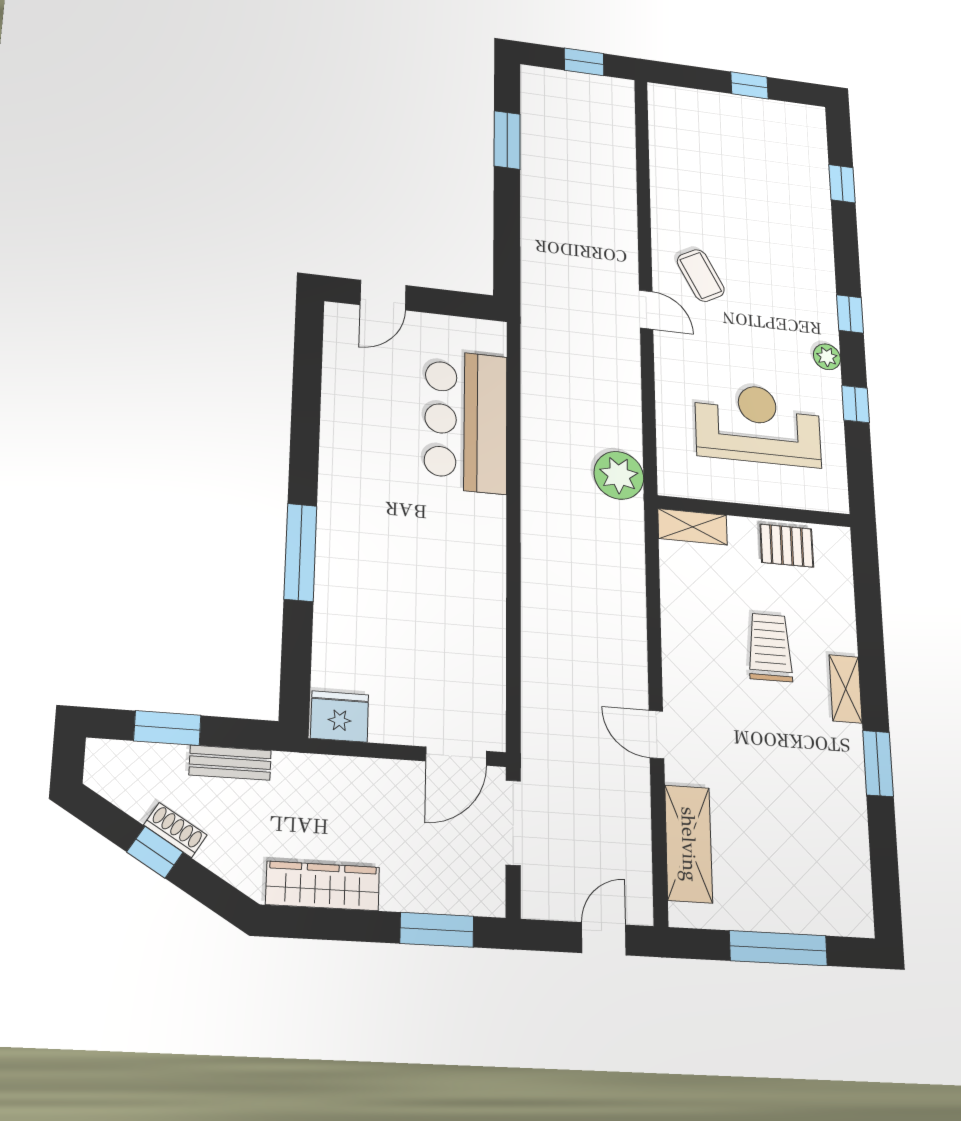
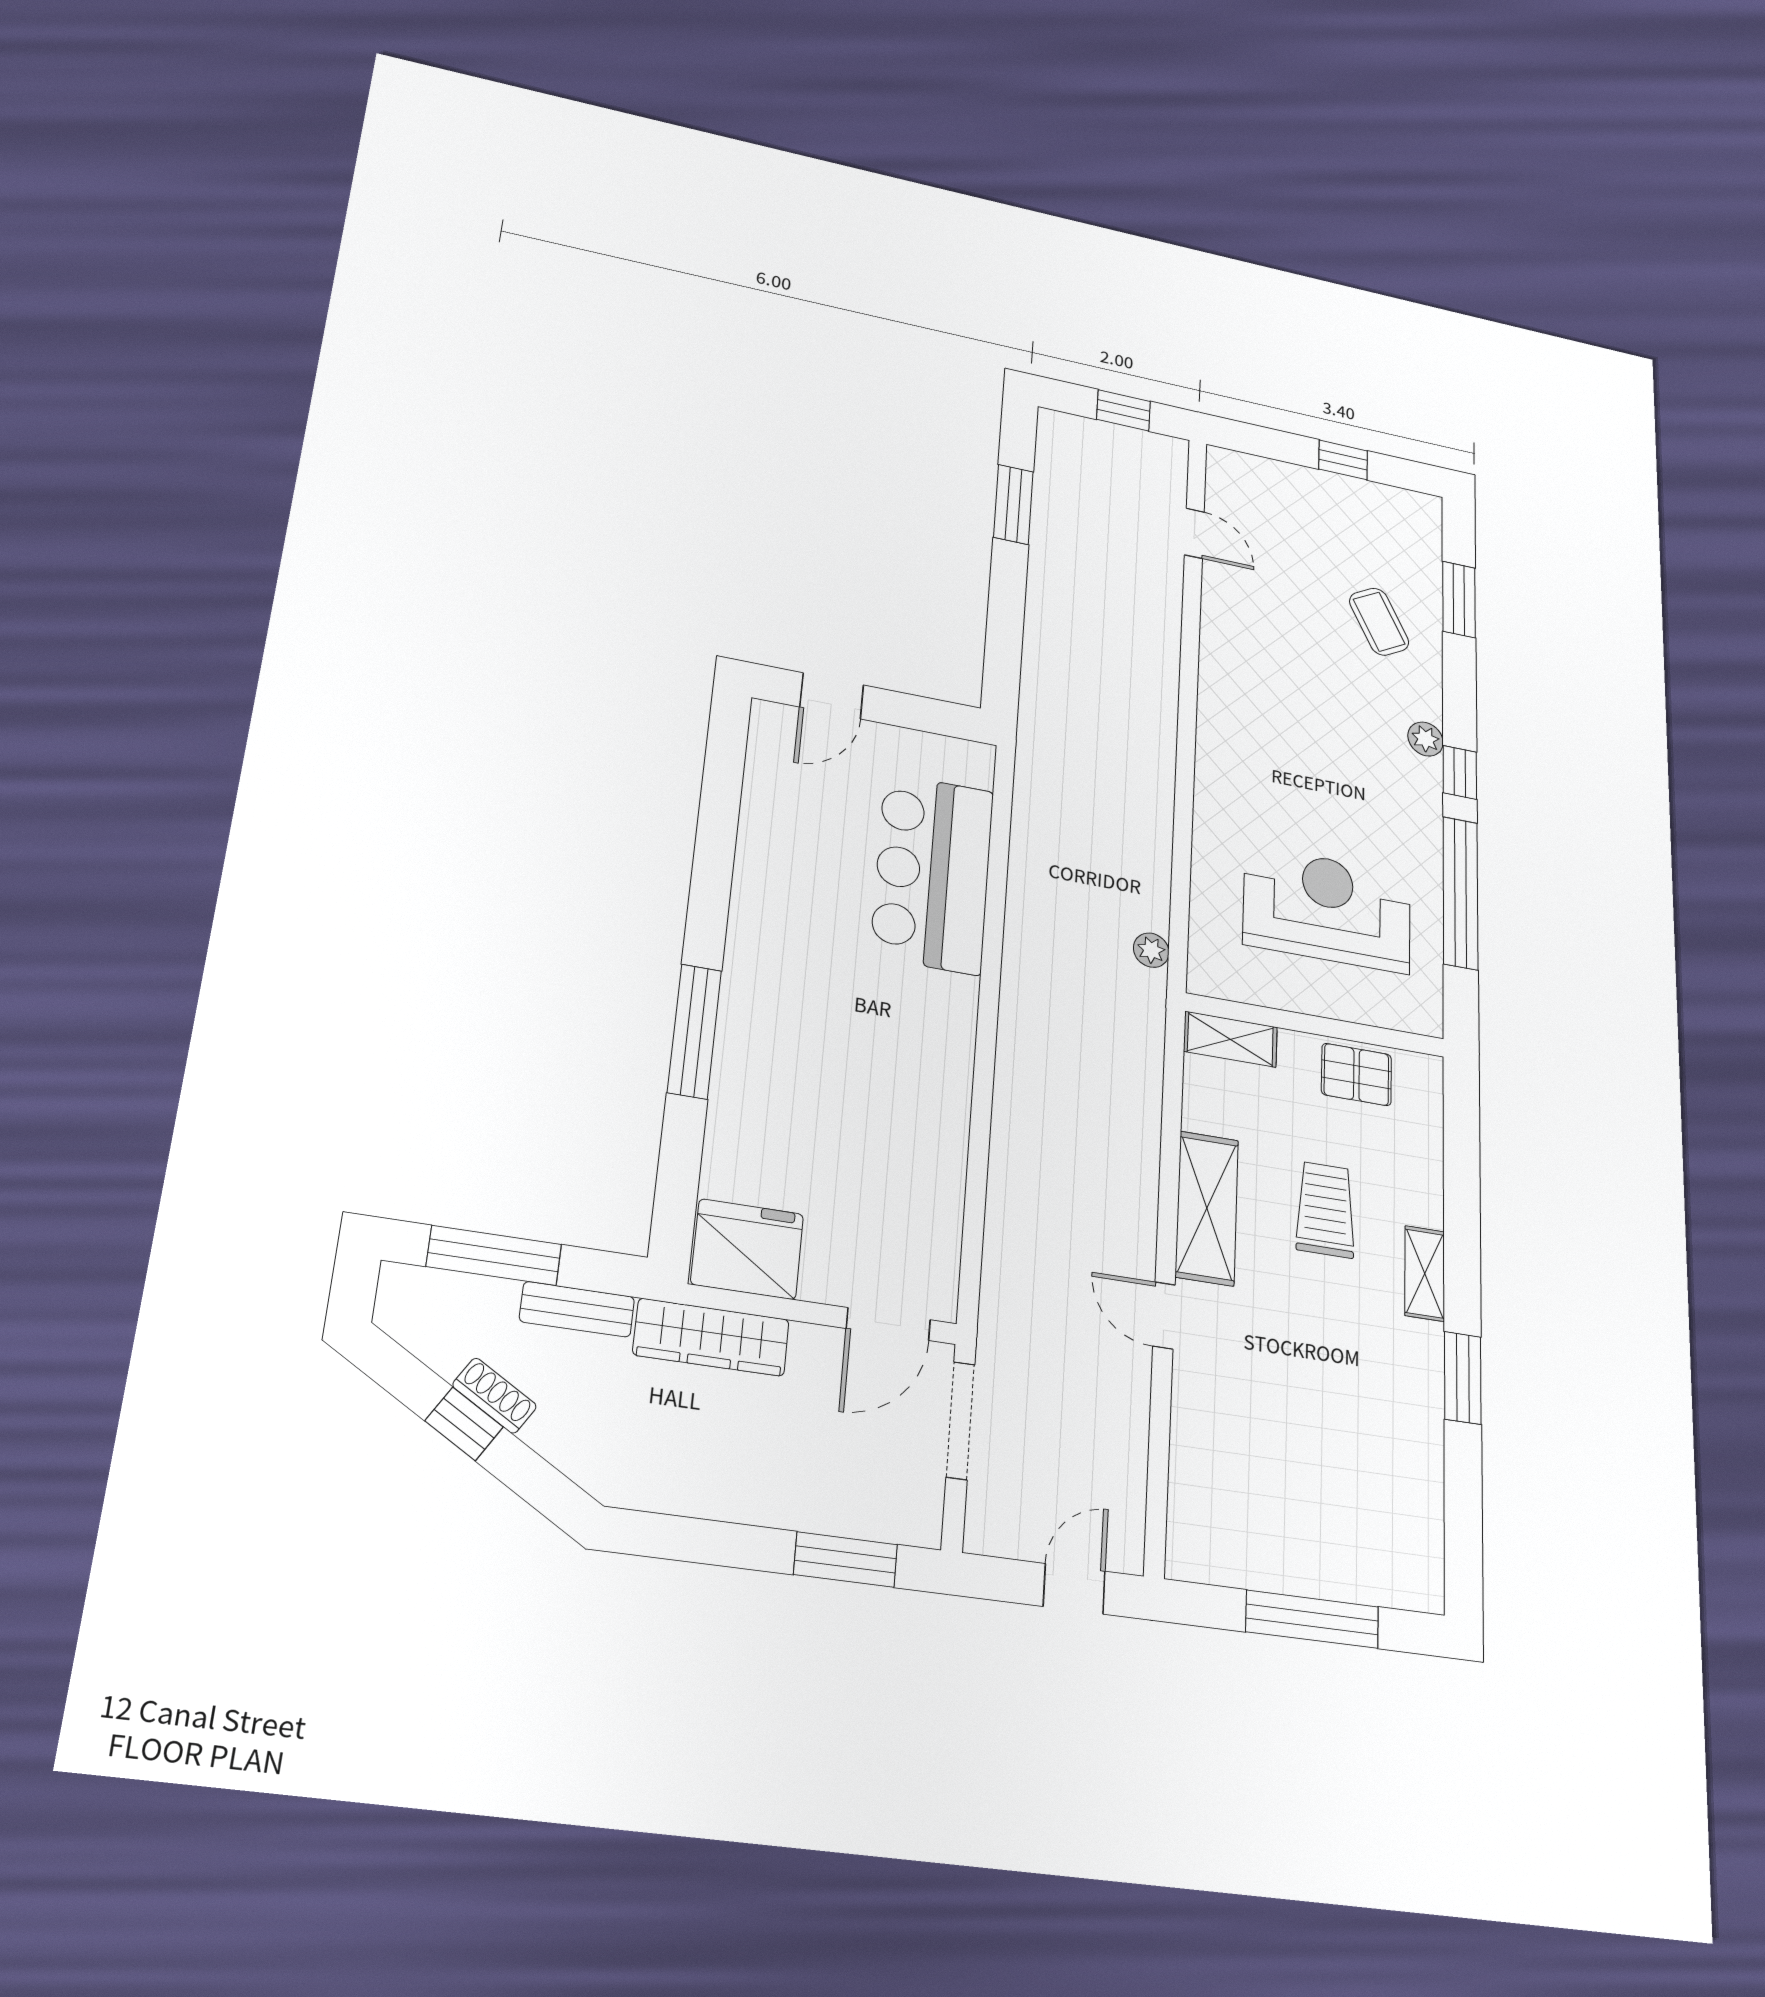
window: (842, 184) -> (1459, 599), width x1.50
coffee table: (701, 276) -> (1379, 622), moved
door: (646, 310) -> (1194, 533), moved
plant: (827, 357) -> (1426, 739), moved
window: (856, 404) -> (1460, 893), width x3.17
plant: (619, 475) -> (1151, 950), width x0.53, depth x0.53
fridge: (340, 716) -> (747, 1249), width x1.36, depth x1.34
window: (167, 728) -> (494, 1255), width x1.44
shelving: (689, 844) -> (1207, 1208), moved
wardrobe: (323, 886) -> (711, 1337), moved, turned 180

